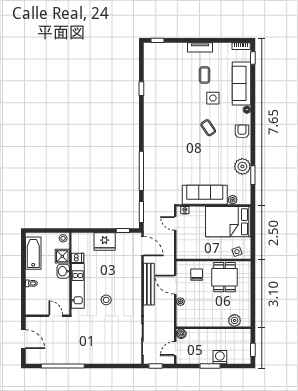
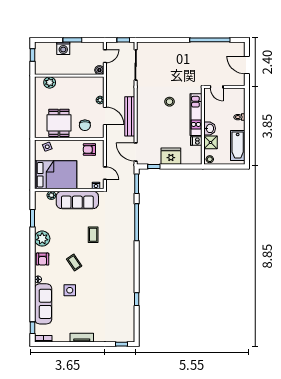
coffee table: (204, 75) -> (93, 235), moved
plant: (242, 166) -> (42, 239), moved
armchair: (192, 249) -> (89, 149), added

